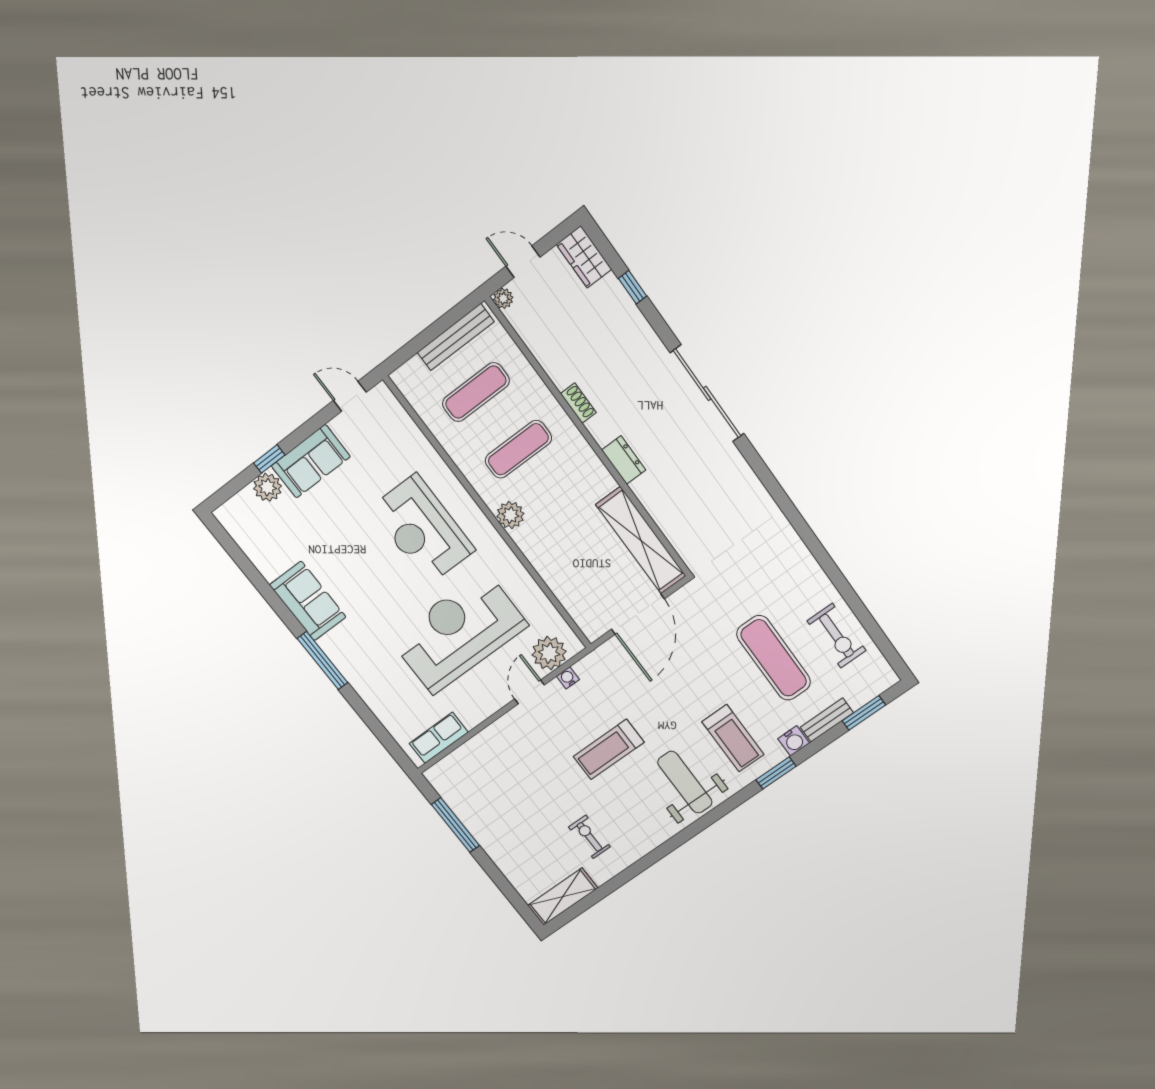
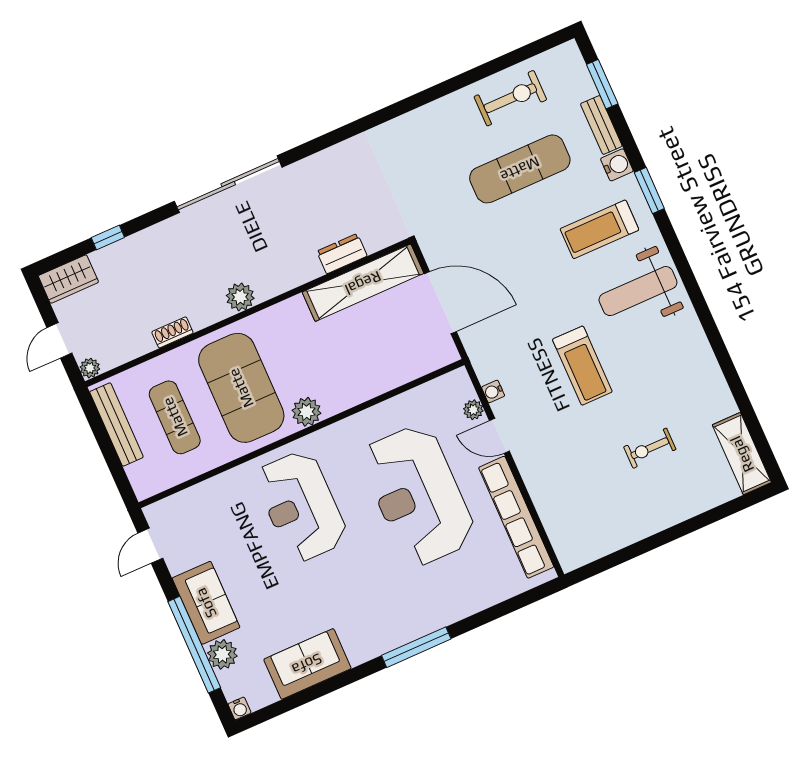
shoe rack: (578, 403) -> (172, 332), moved
plant: (603, 429) -> (240, 297), added
exercise mat: (518, 449) -> (241, 388), width x2.00, depth x1.45
window: (269, 459) -> (194, 645), width x3.17
dresser: (624, 460) -> (342, 254), moved
water cooler: (223, 514) -> (240, 708), added
reception desk: (422, 529) -> (301, 506), turned 90
sofa: (308, 601) -> (307, 664), moved
plant: (549, 653) -> (473, 410), width x0.53, depth x0.53
row of seats: (439, 738) -> (516, 517), width x2.02
treadmill: (733, 738) -> (599, 229), turned 180
window: (455, 825) -> (632, 552), removed
exercise bike: (589, 837) -> (650, 448), moved

